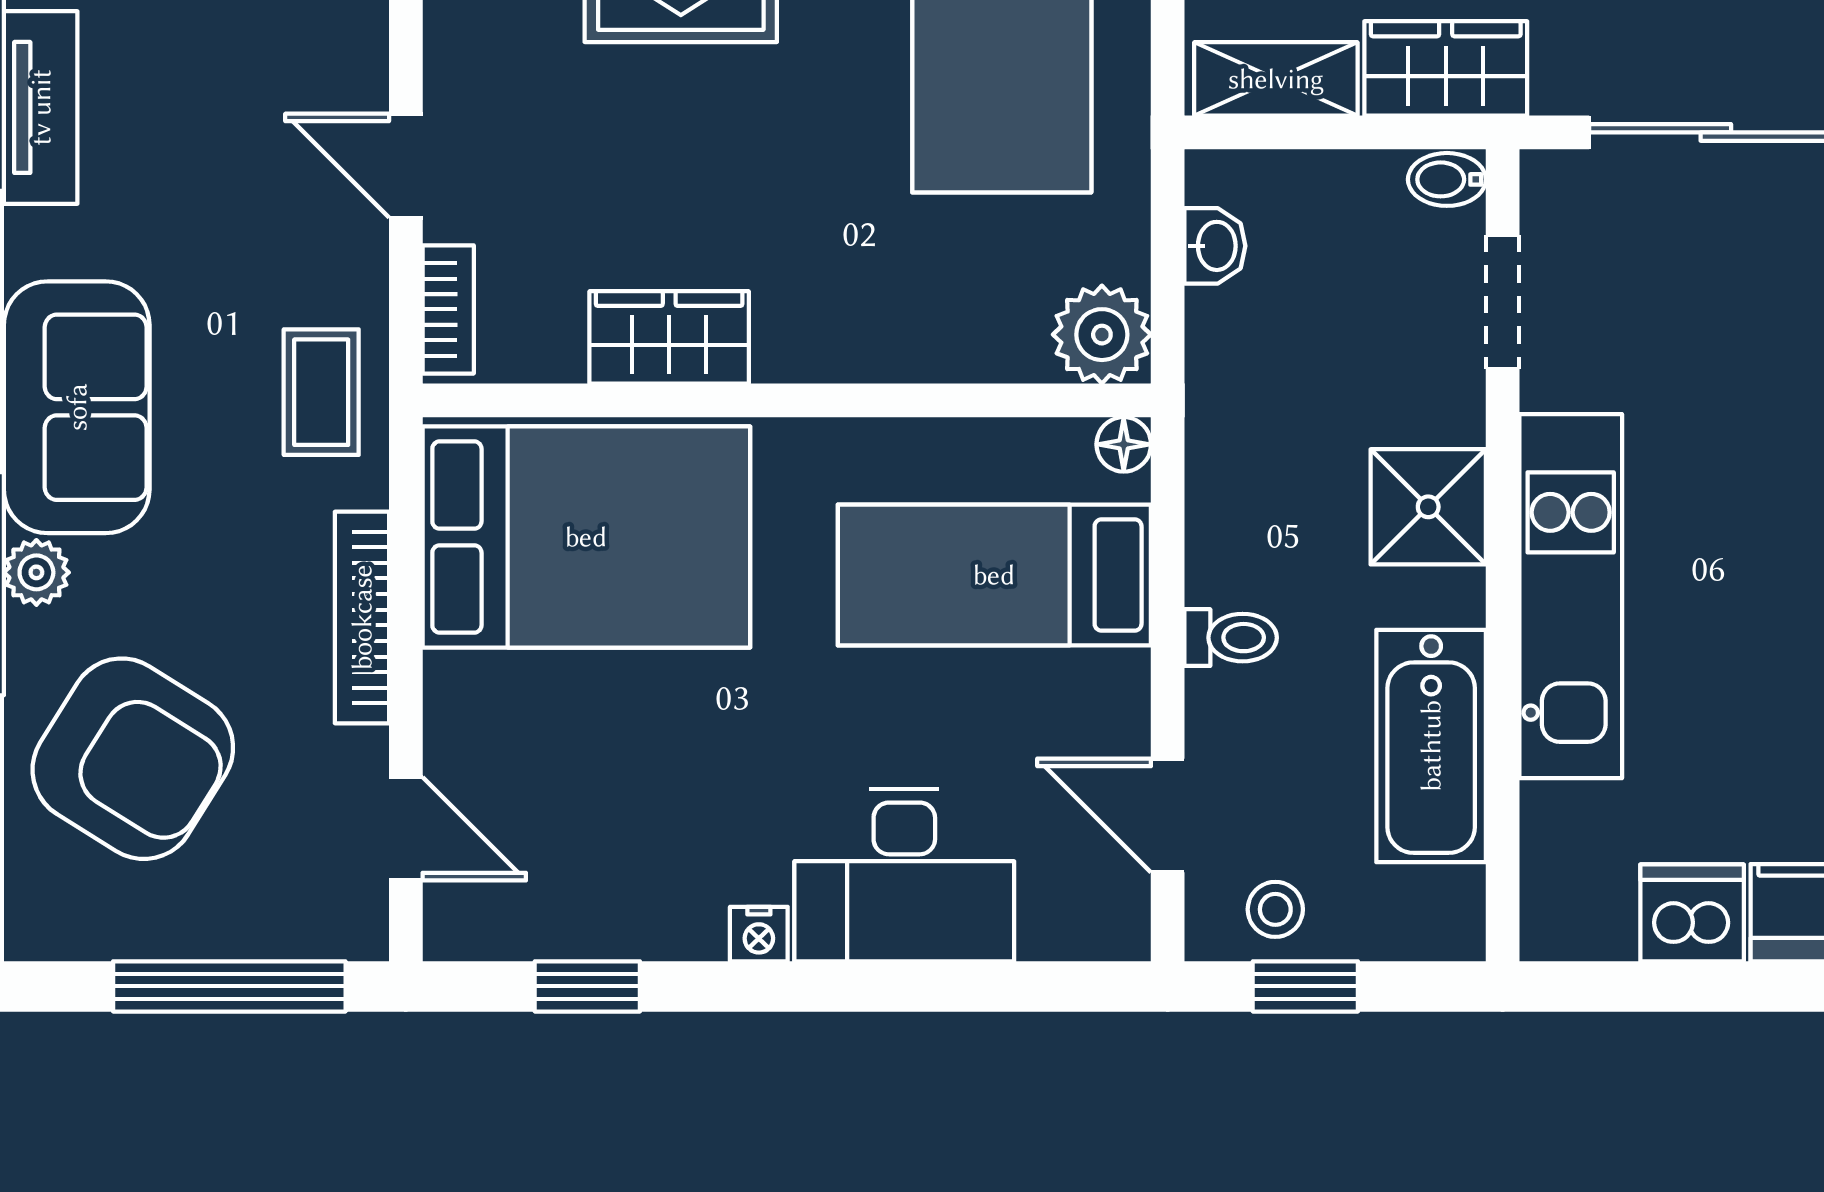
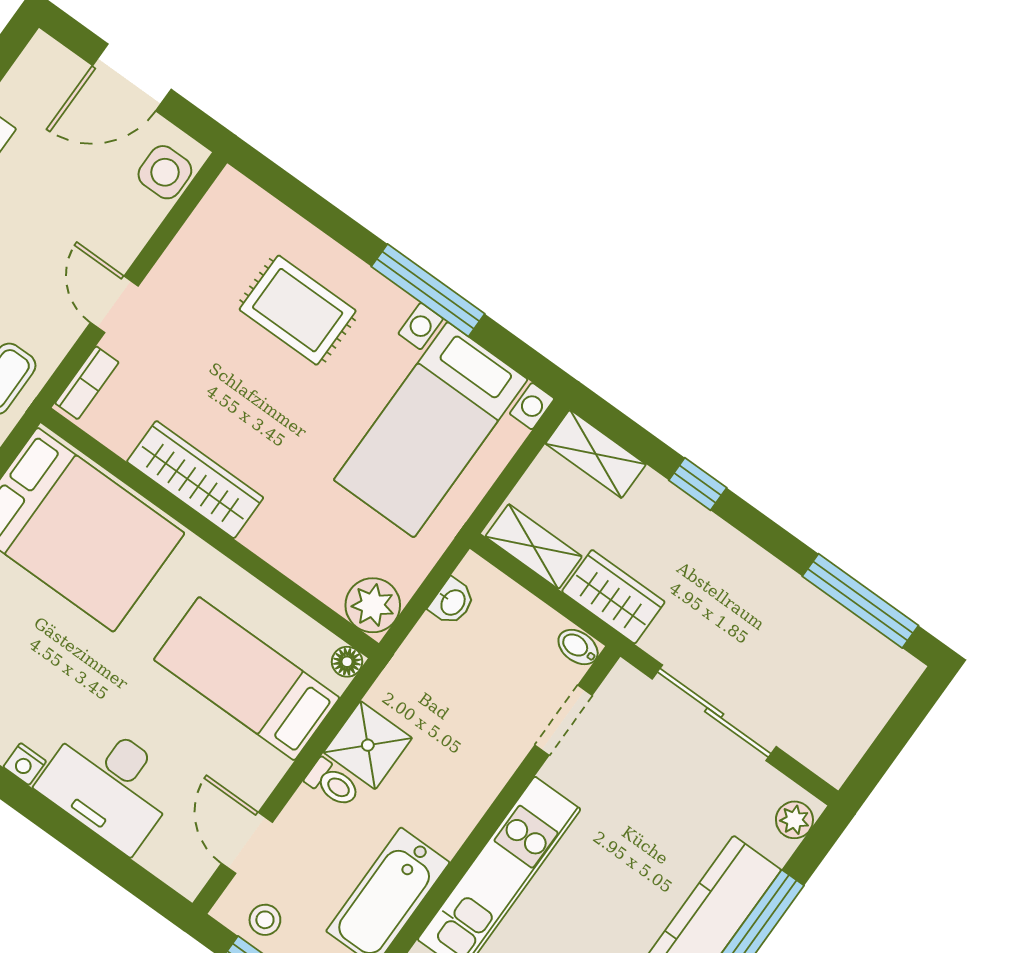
wardrobe: (669, 337) -> (195, 480), width x1.50
shower: (1428, 507) -> (368, 745), moved

